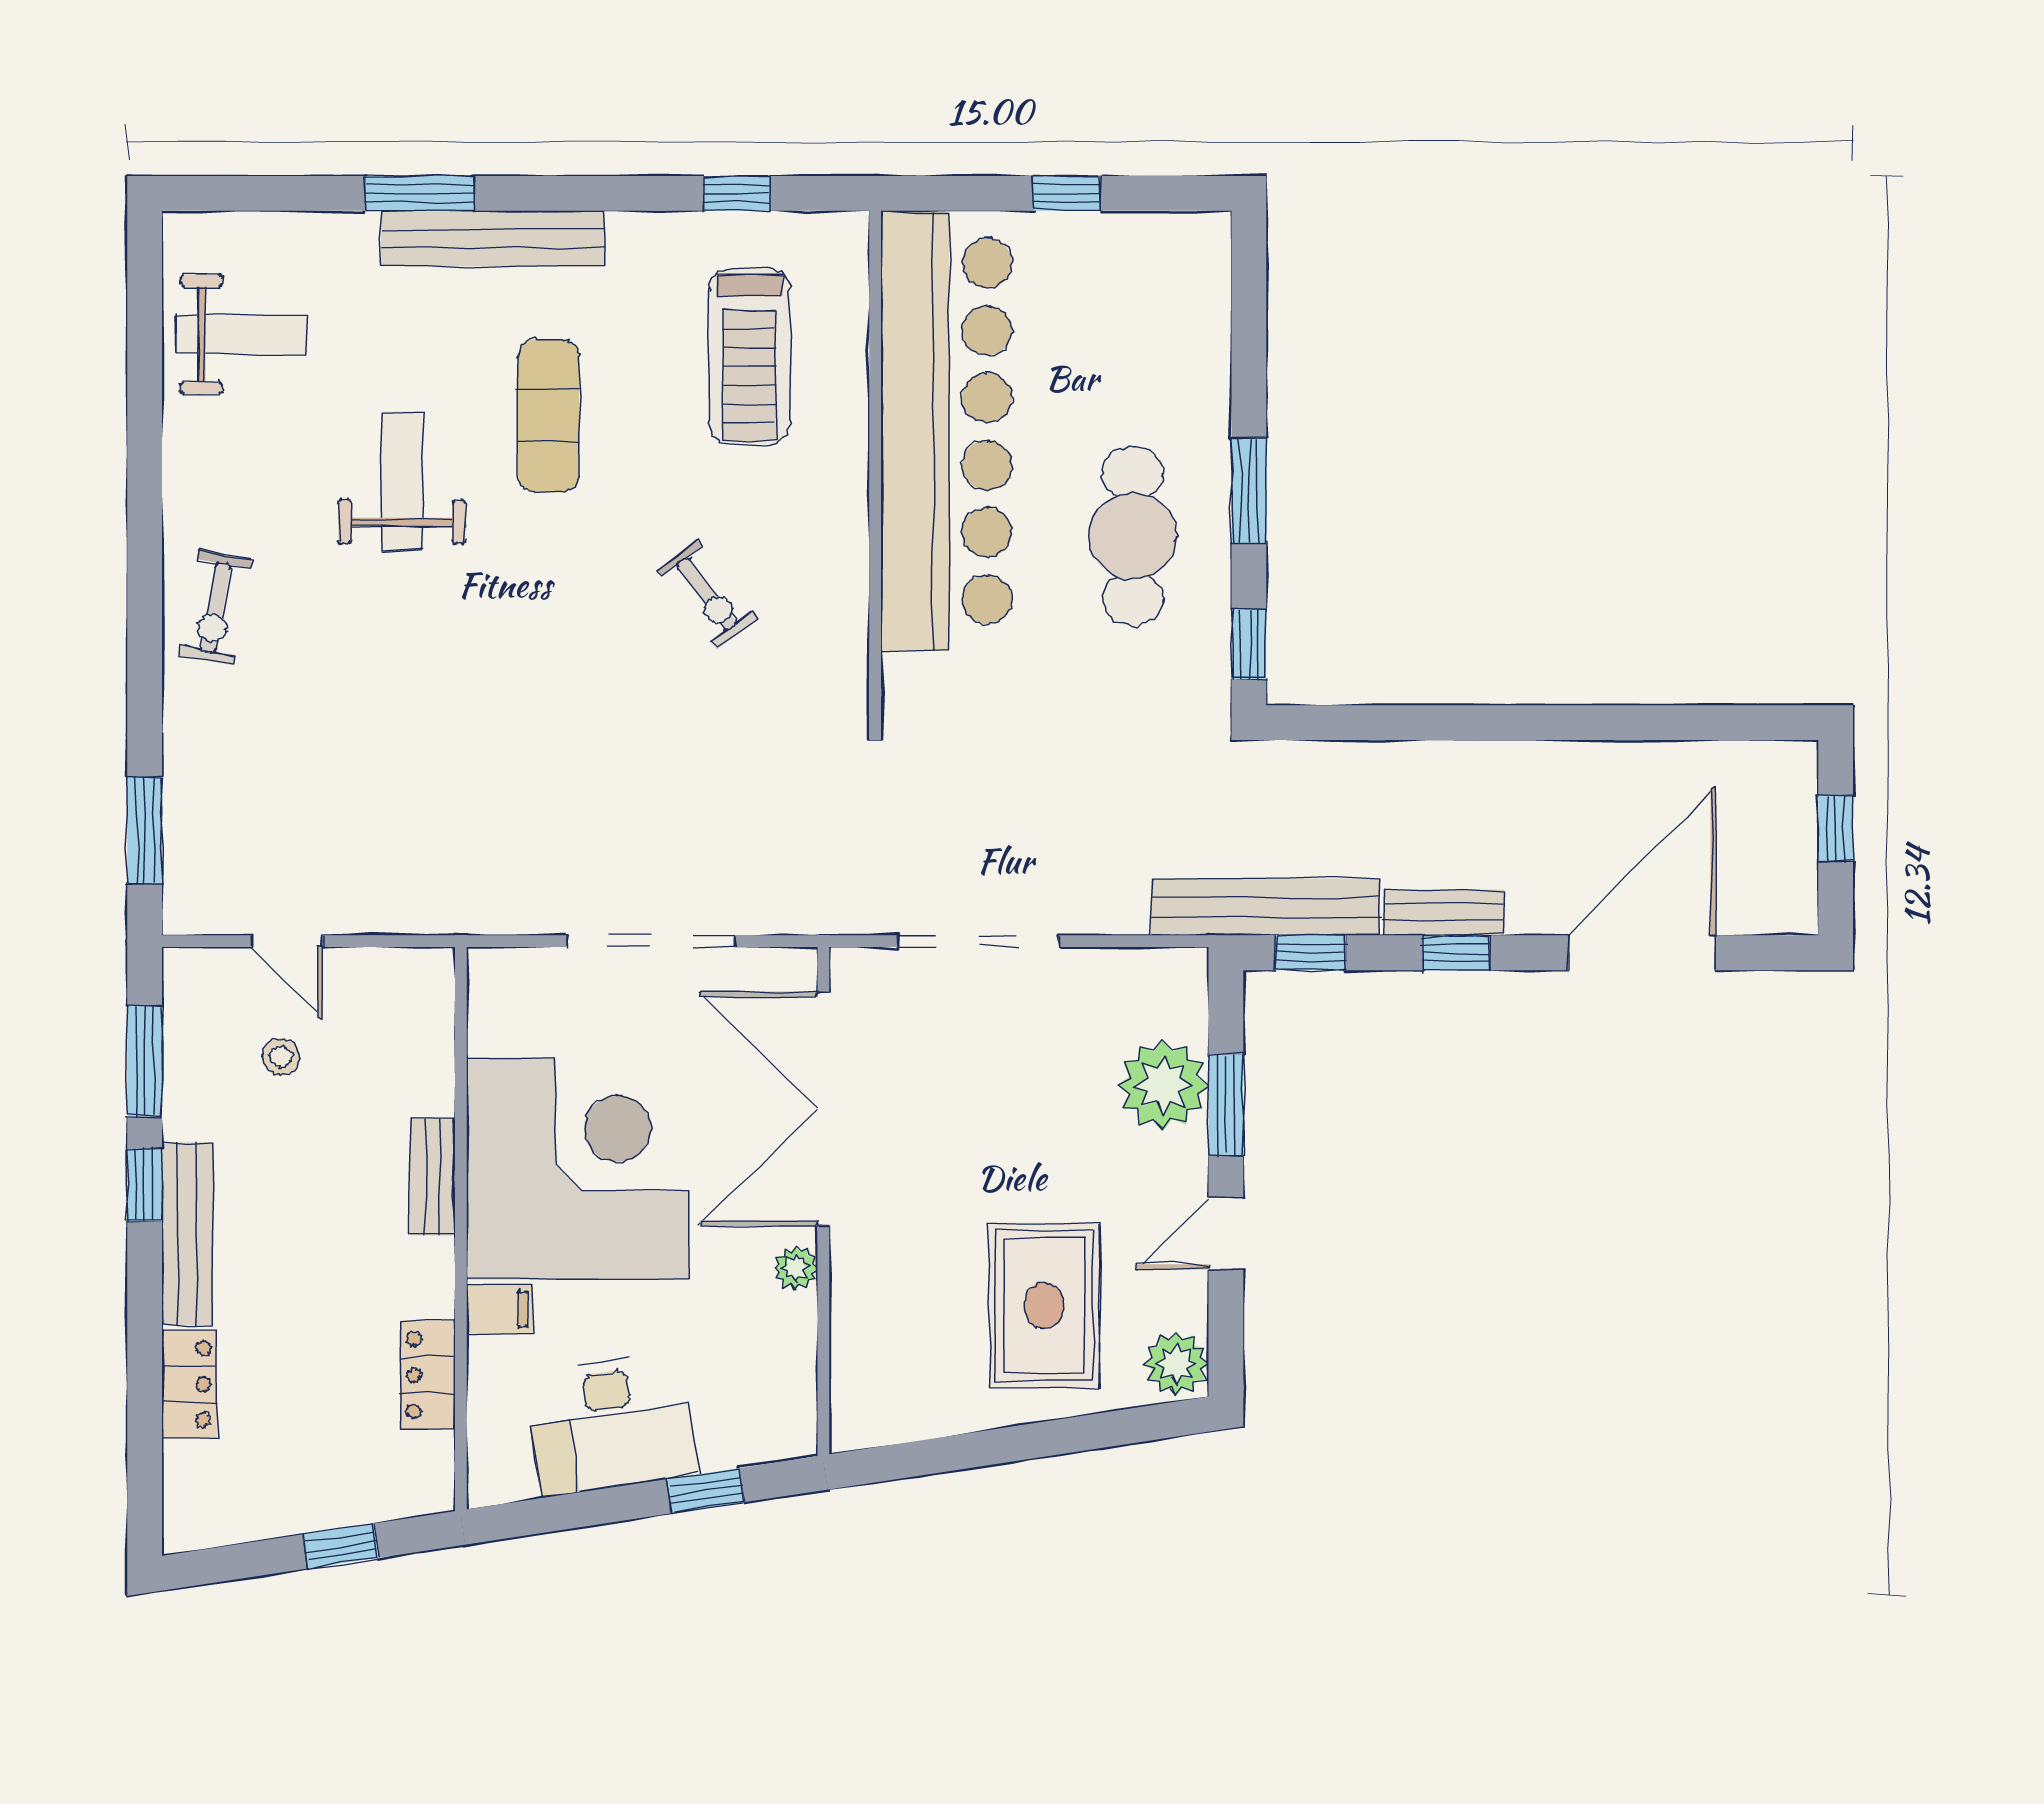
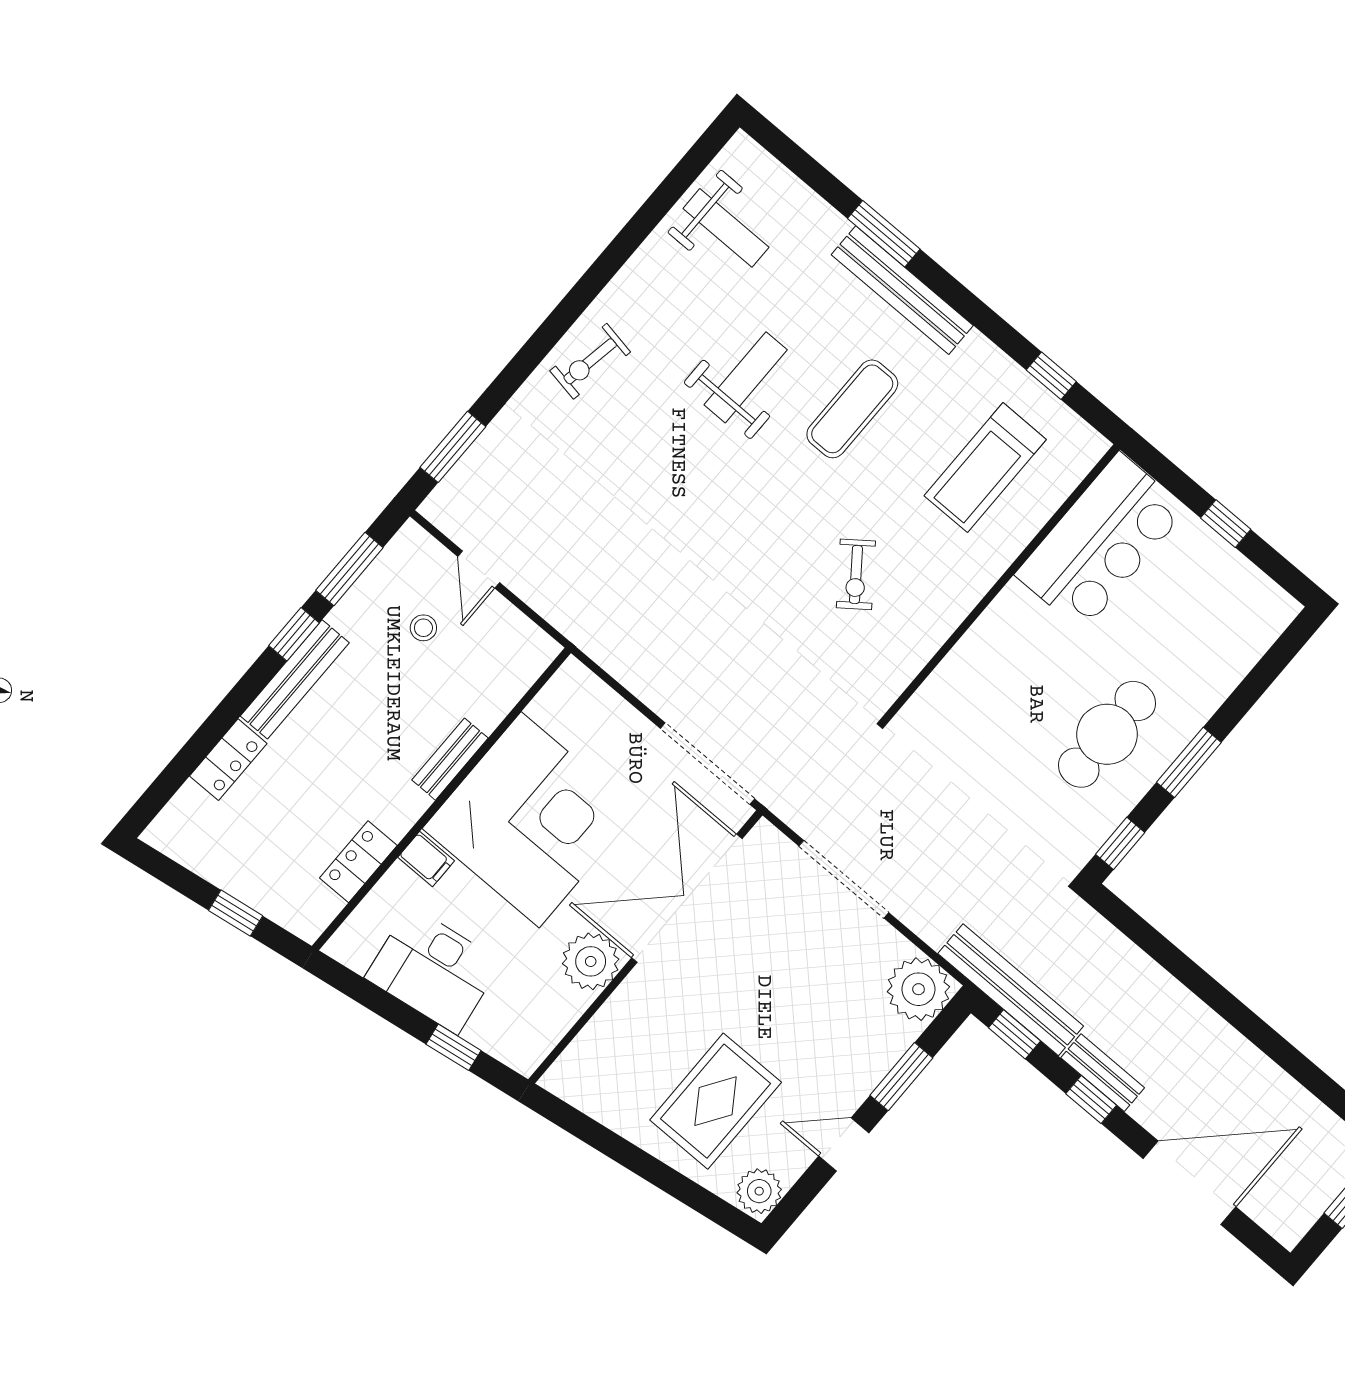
bar counter: (946, 431) -> (1101, 542), width x0.54
doorway: (651, 941) -> (707, 764), moved
plant: (1163, 1085) -> (919, 989), moved
plant: (796, 1268) -> (591, 961), width x1.88, depth x1.88

